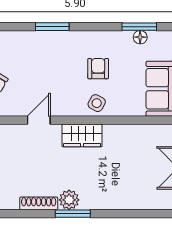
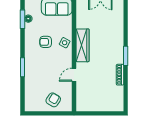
door: (39, 120) -> (74, 75), hinge flipped
wardrobe: (82, 135) -> (82, 45), width x1.50
plant: (69, 200) -> (118, 58), removed

